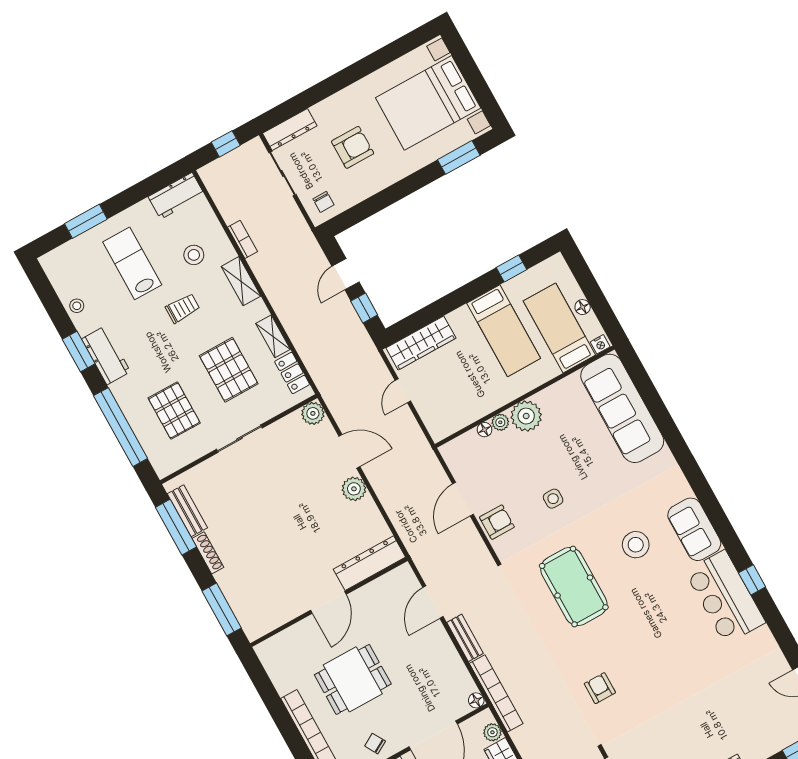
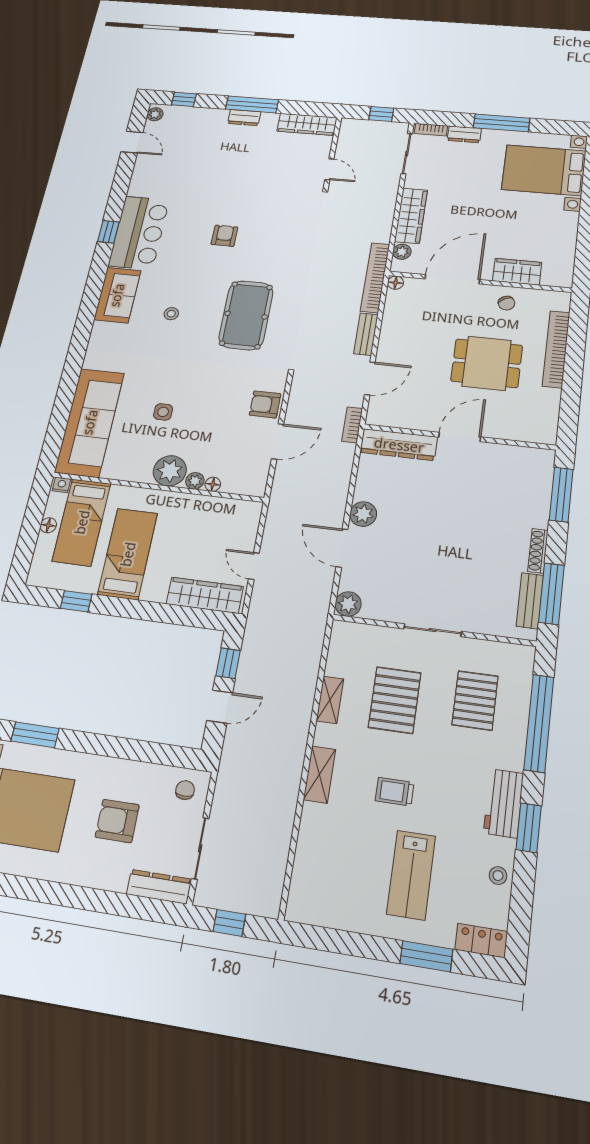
workbench: (176, 196) -> (317, 909), removed
bookcase: (243, 239) -> (352, 425), moved
stool: (194, 255) -> (345, 836), removed
locker: (292, 373) -> (481, 941), moved, turned -90
door: (403, 391) -> (254, 566), swing flipped
side table: (553, 499) -> (163, 412), moved
stool: (636, 545) -> (171, 314), width x0.53, depth x0.53
armchair: (600, 688) -> (224, 236), moved, turned 180

